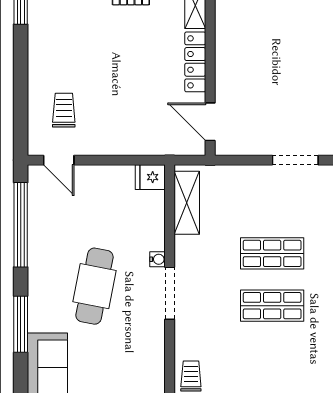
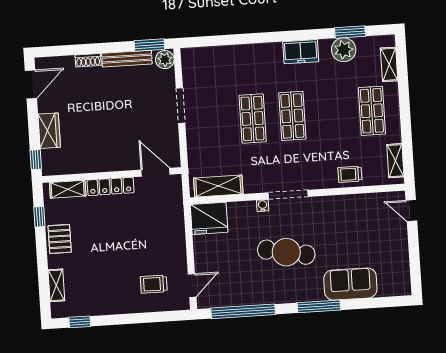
door: (210, 122) -> (155, 172), swing flipped
fridge: (150, 177) -> (209, 218), width x1.88, depth x1.34

